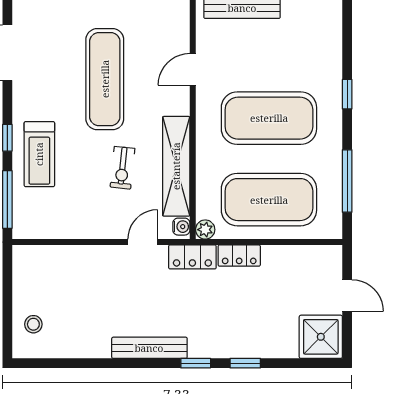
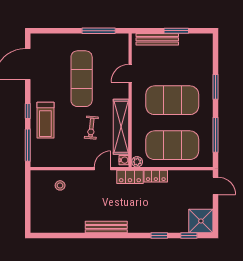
window: (347, 94) -> (215, 87), width x1.50
door: (347, 296) -> (215, 186), moved
stool: (33, 324) -> (60, 185), moved
window: (196, 363) -> (189, 236), moved

